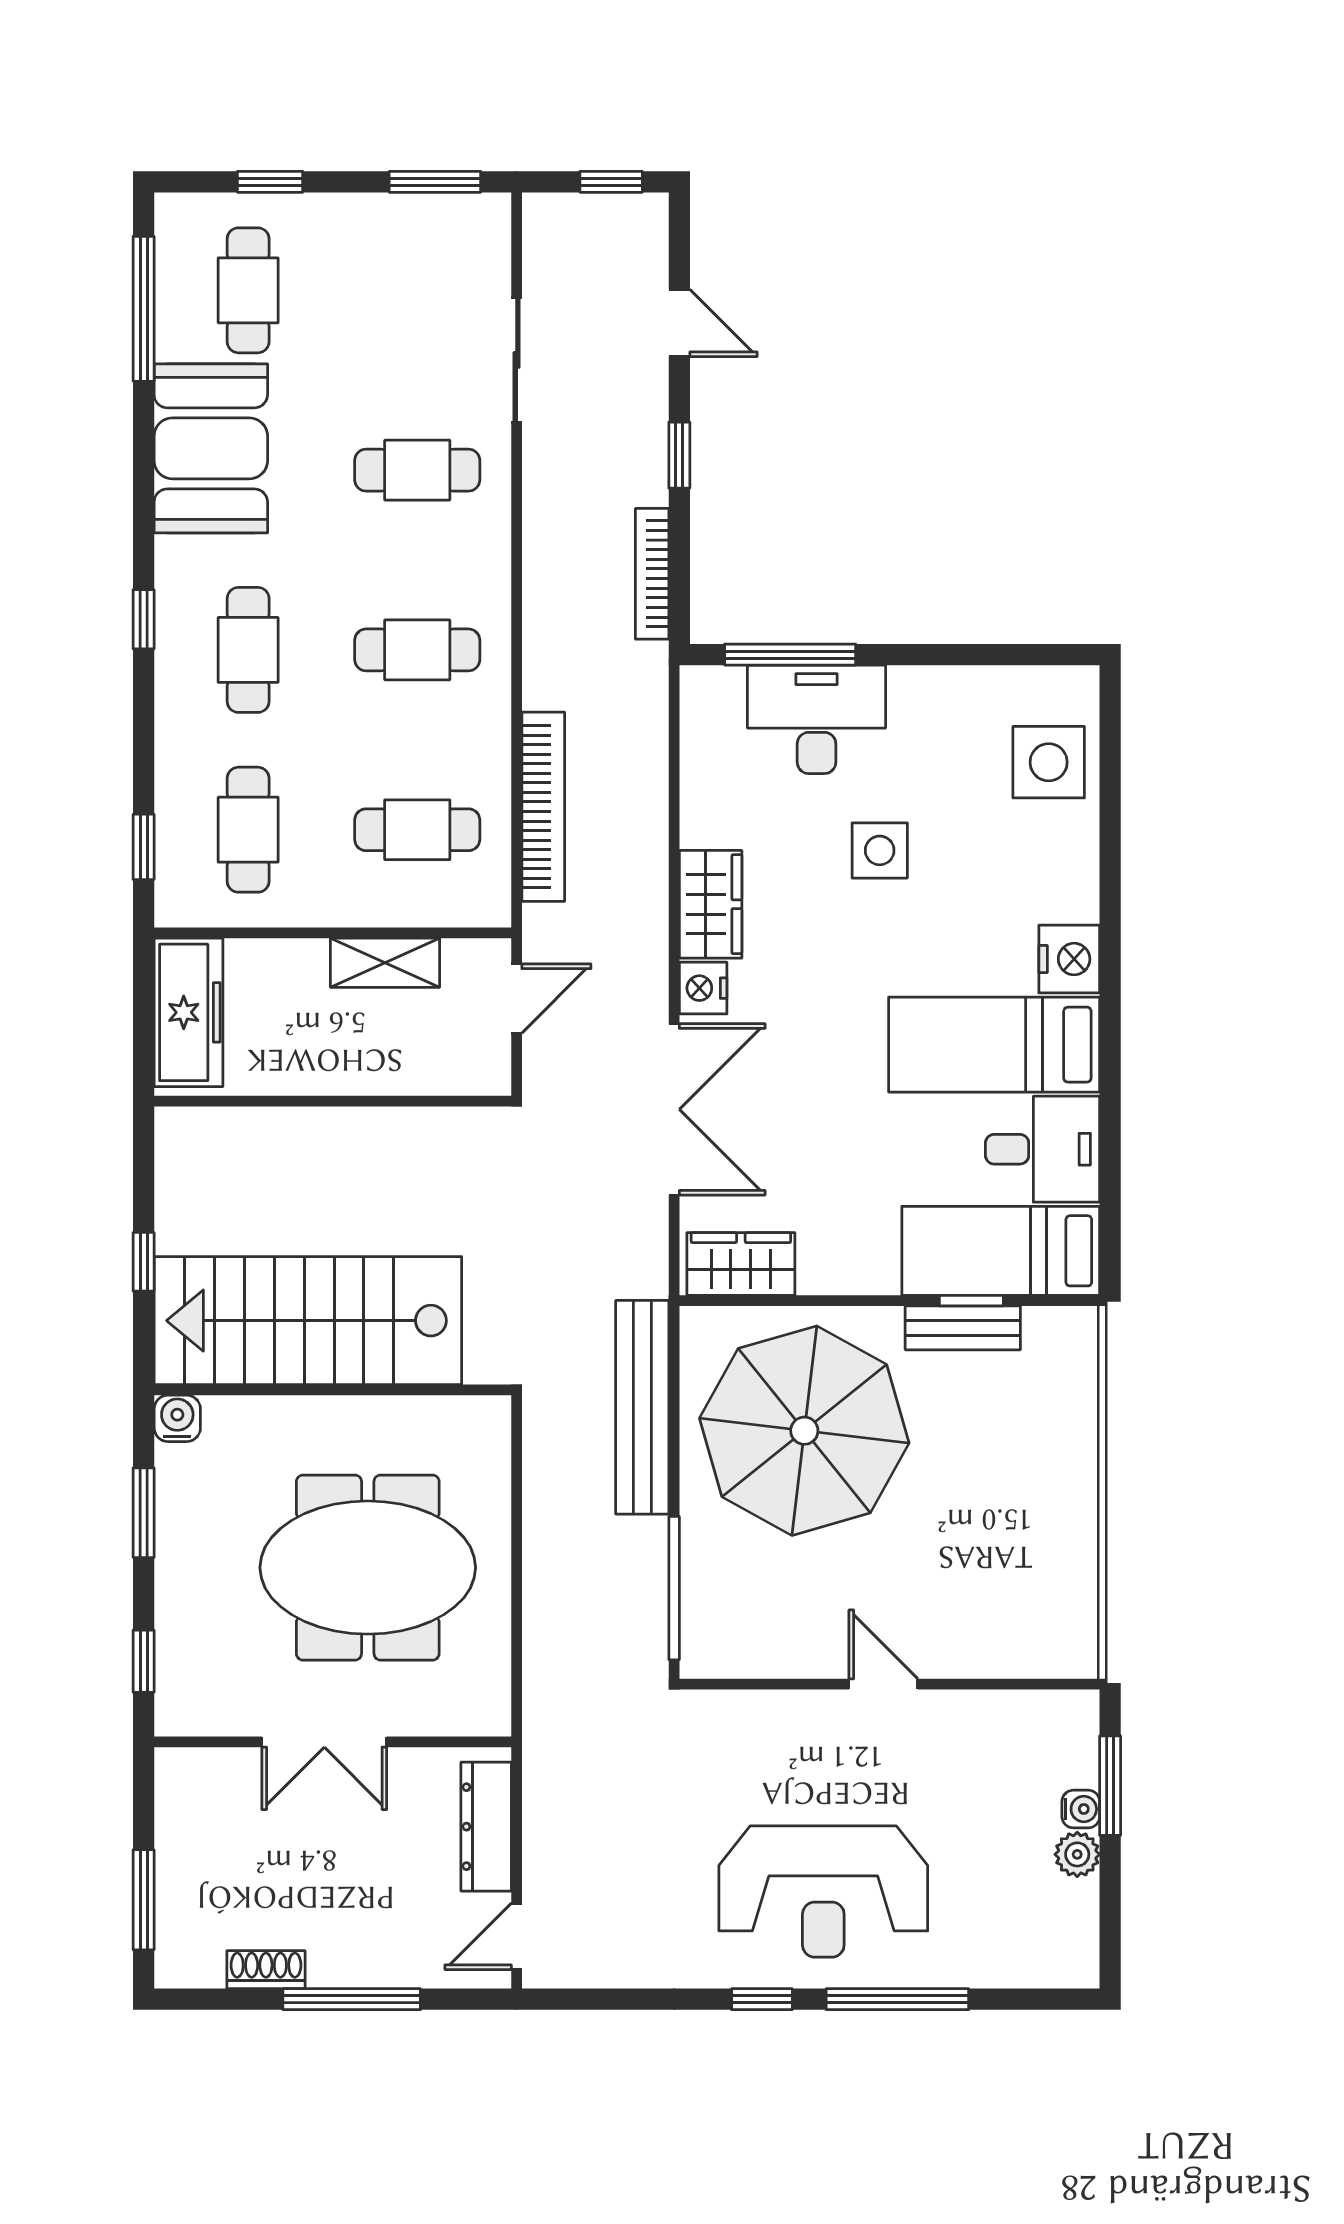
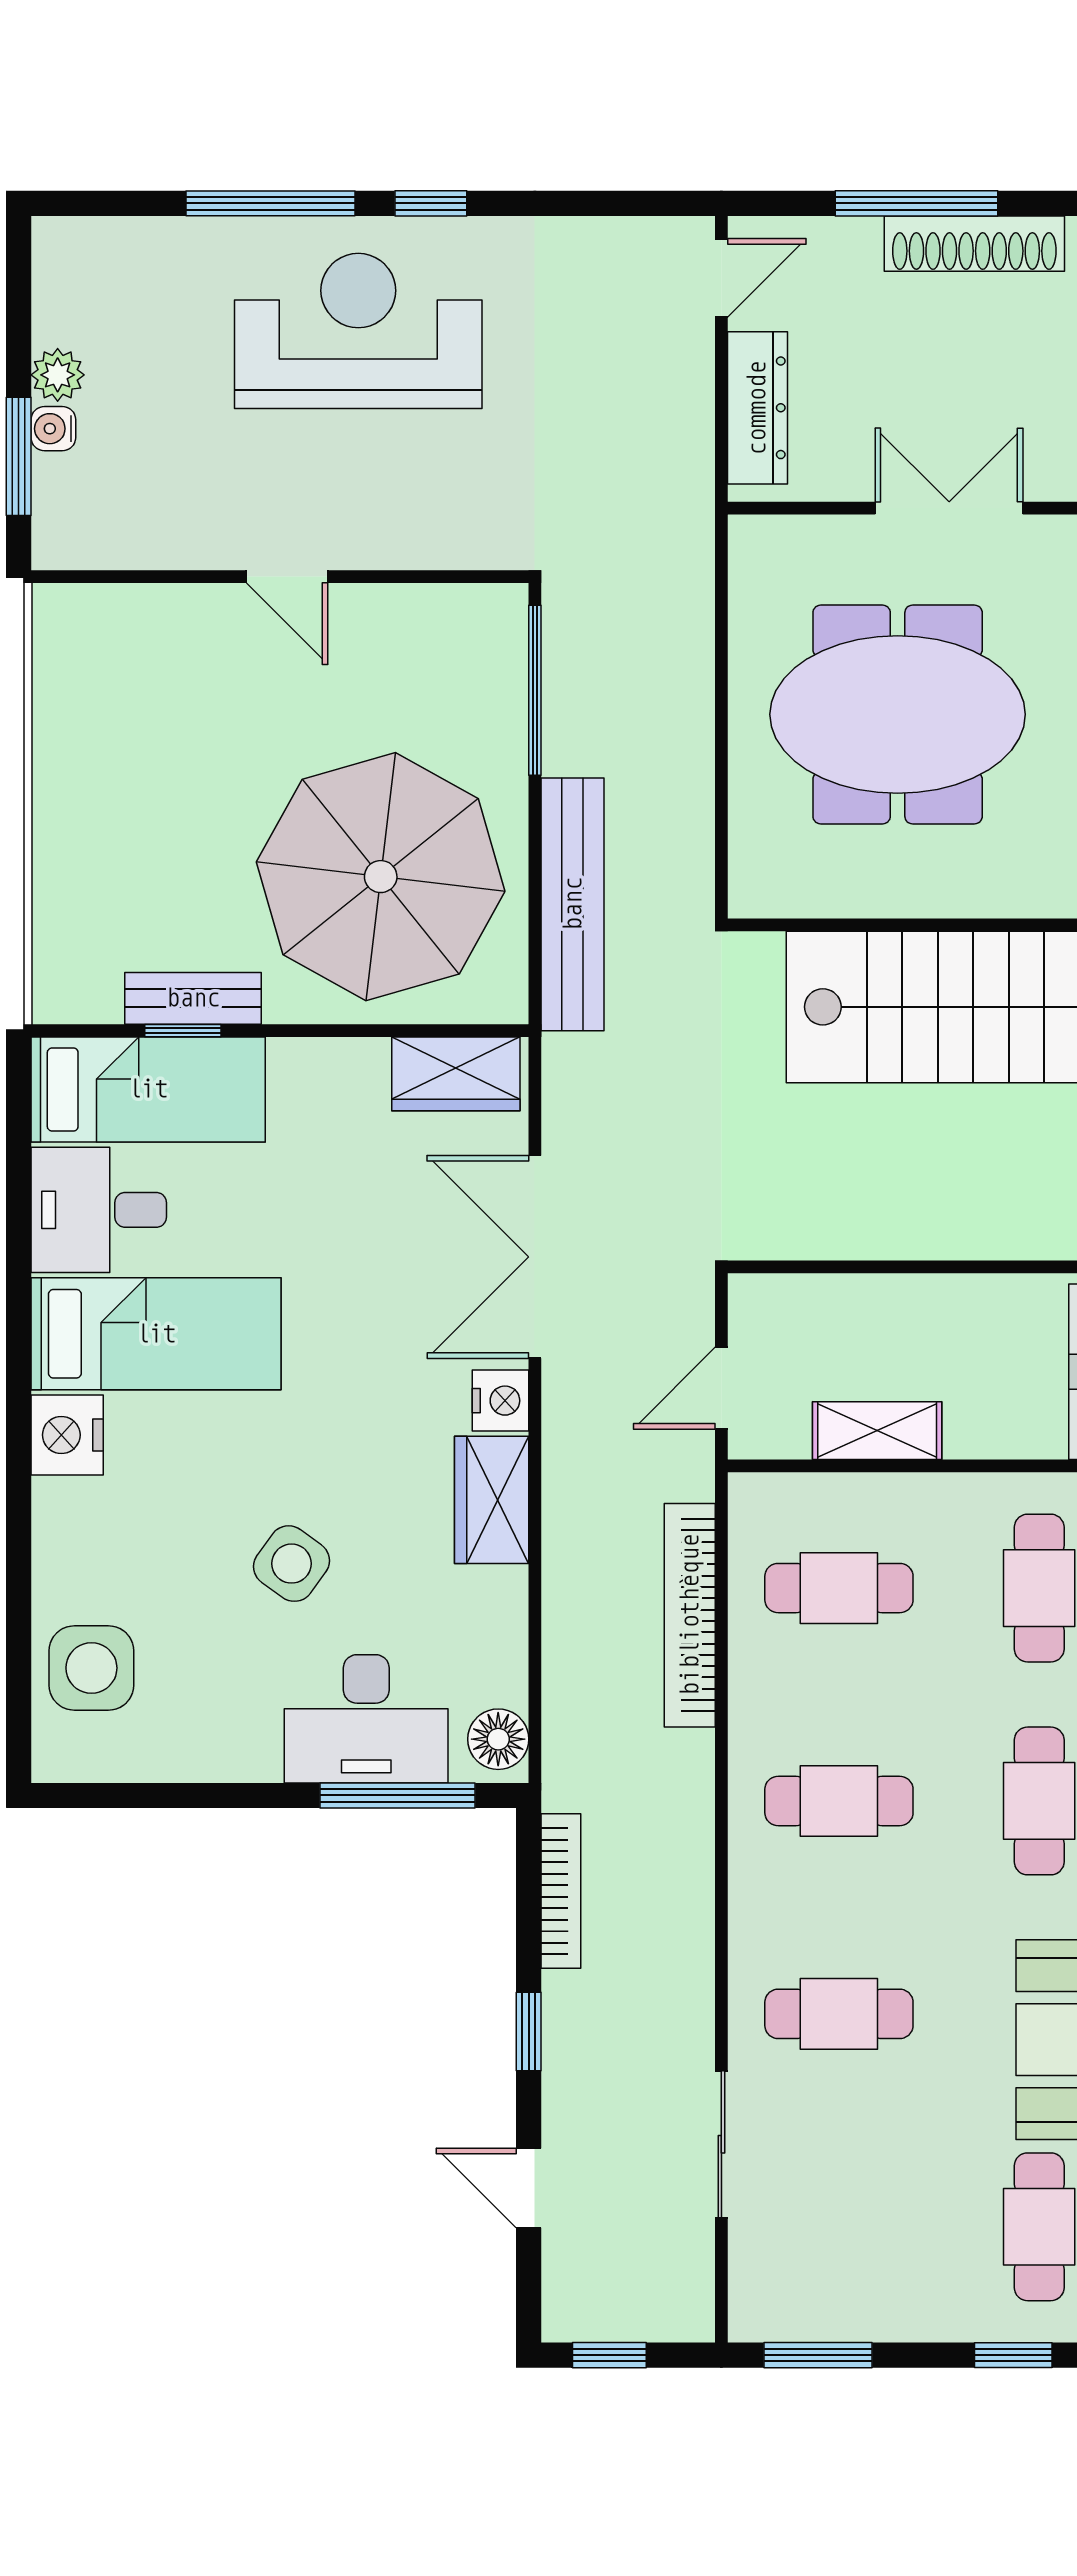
floor lamp: (705, 702) -> (498, 1739), added
side table: (880, 850) -> (292, 1564), turned 36
shoe rack: (266, 1970) -> (974, 244), width x1.94, depth x1.24

